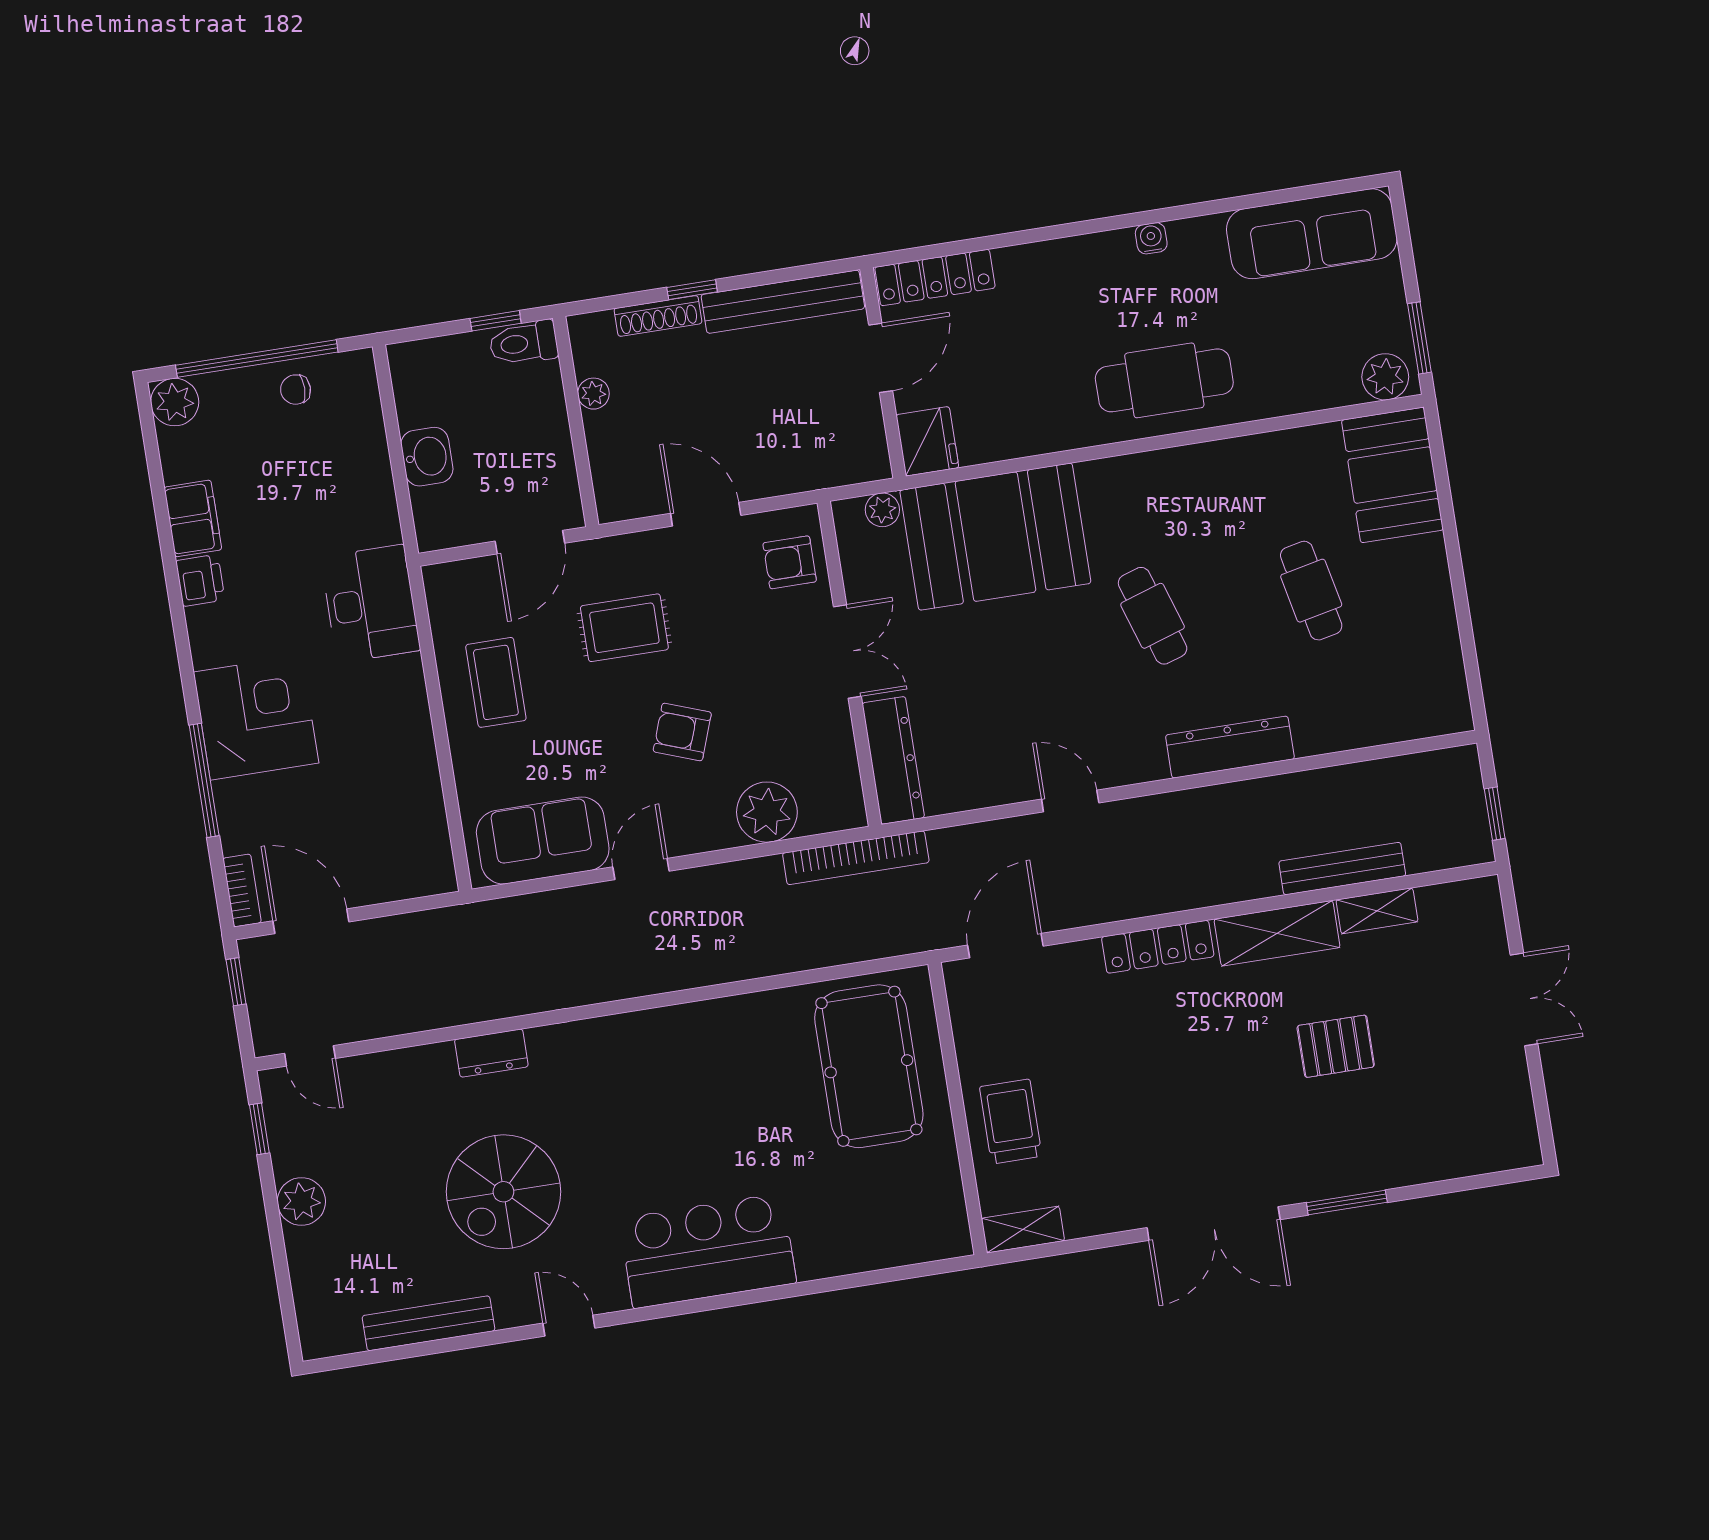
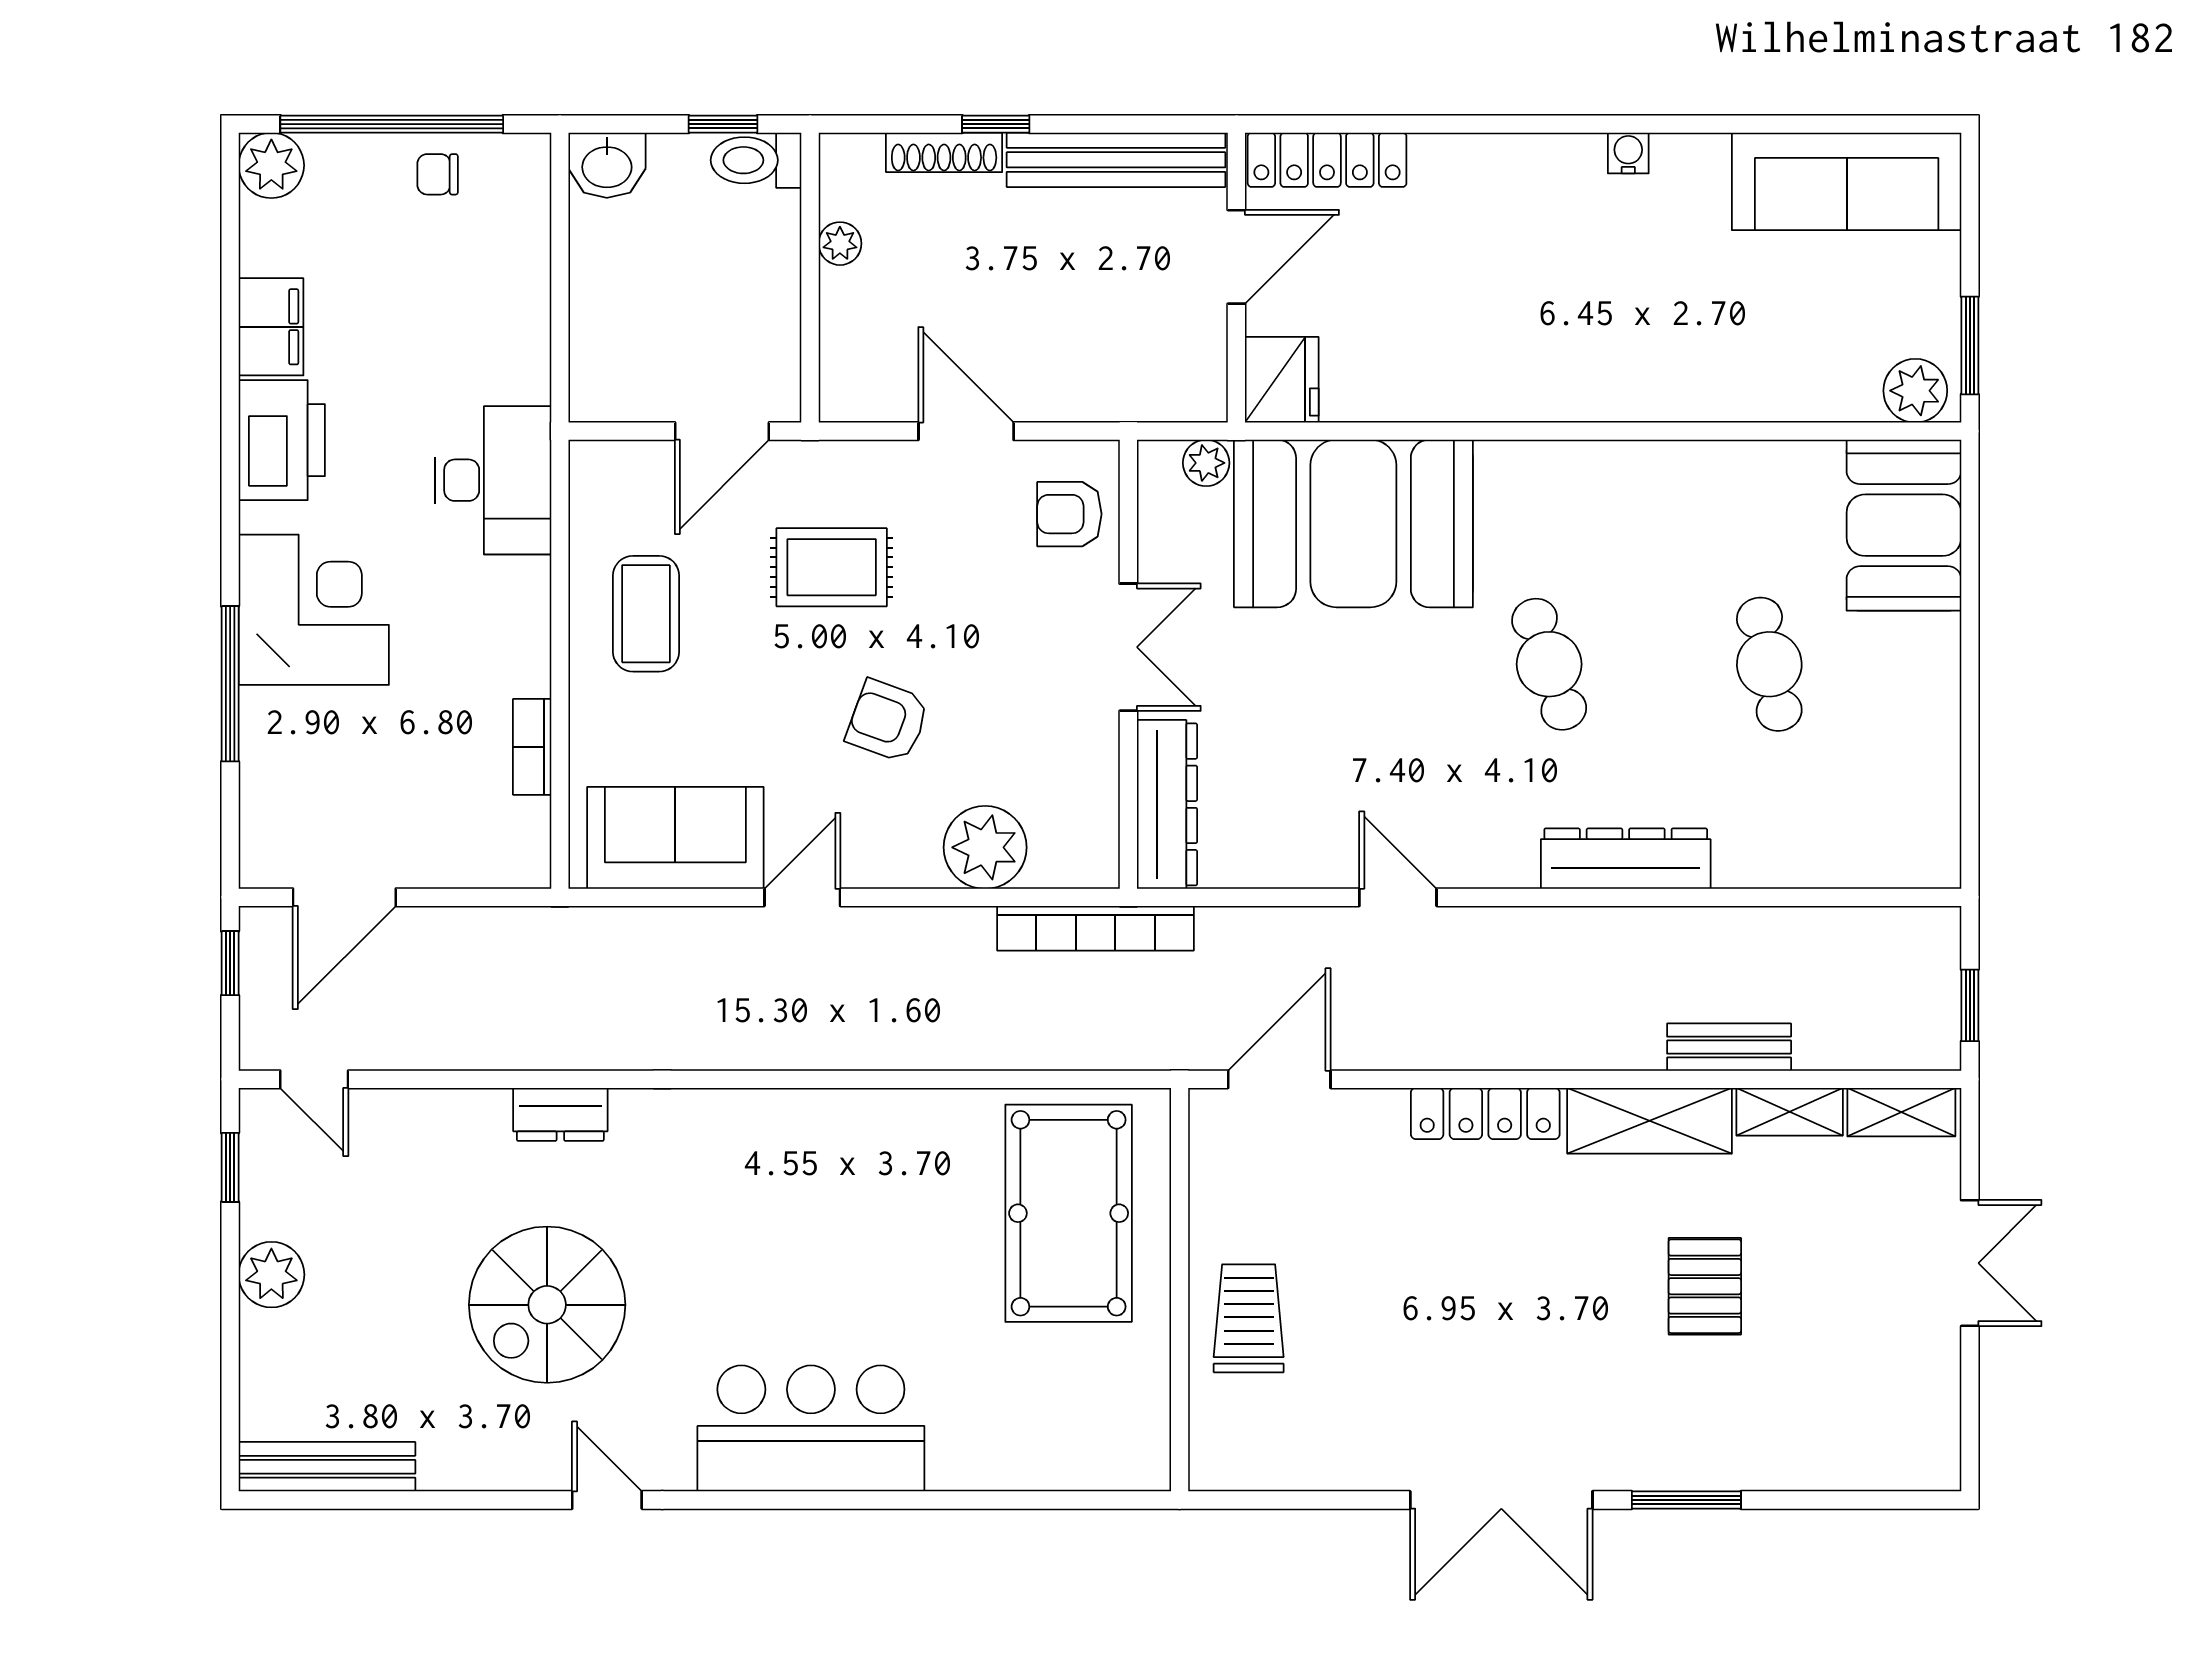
cafe table: (1164, 380) -> (1615, 348), removed
washbasin: (427, 457) -> (607, 165), moved, turned 90
printer: (200, 580) -> (282, 440), width x1.87, depth x1.48
bench: (1342, 869) -> (1729, 1047), width x0.73
bookcase: (242, 890) -> (532, 747), moved, turned 180
door: (311, 921) -> (344, 897), swing flipped
pallet: (1336, 1046) -> (1705, 1286), turned 90
shelving: (1023, 1229) -> (1901, 1112), moved
bench: (428, 1323) -> (327, 1467), moved

